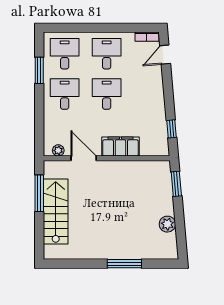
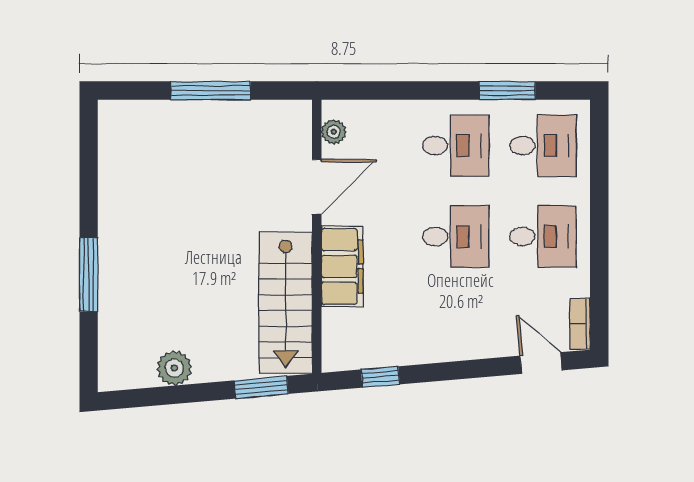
window: (39, 193) -> (211, 91), moved
stairs: (56, 211) -> (286, 303), moved, turned 90

